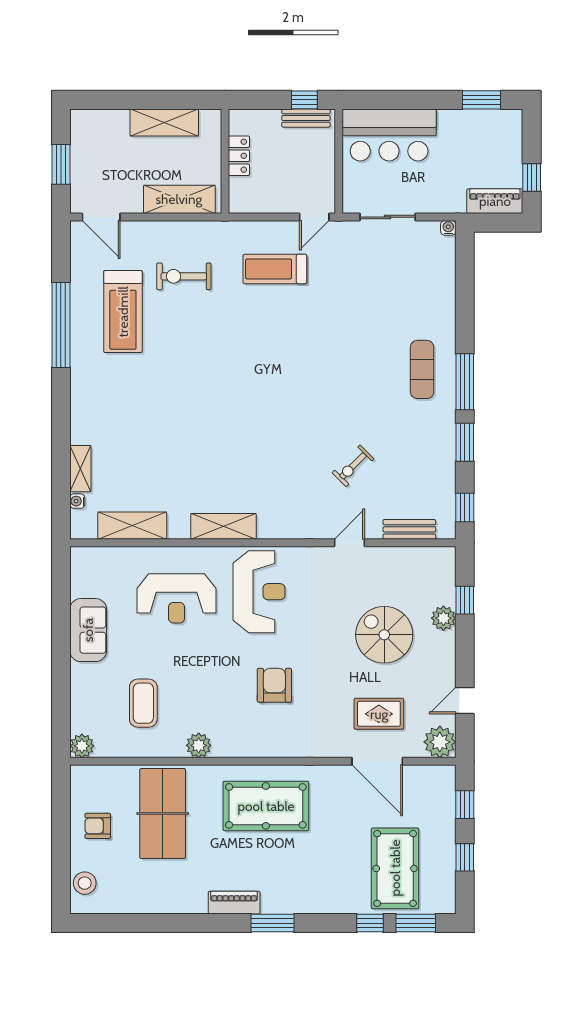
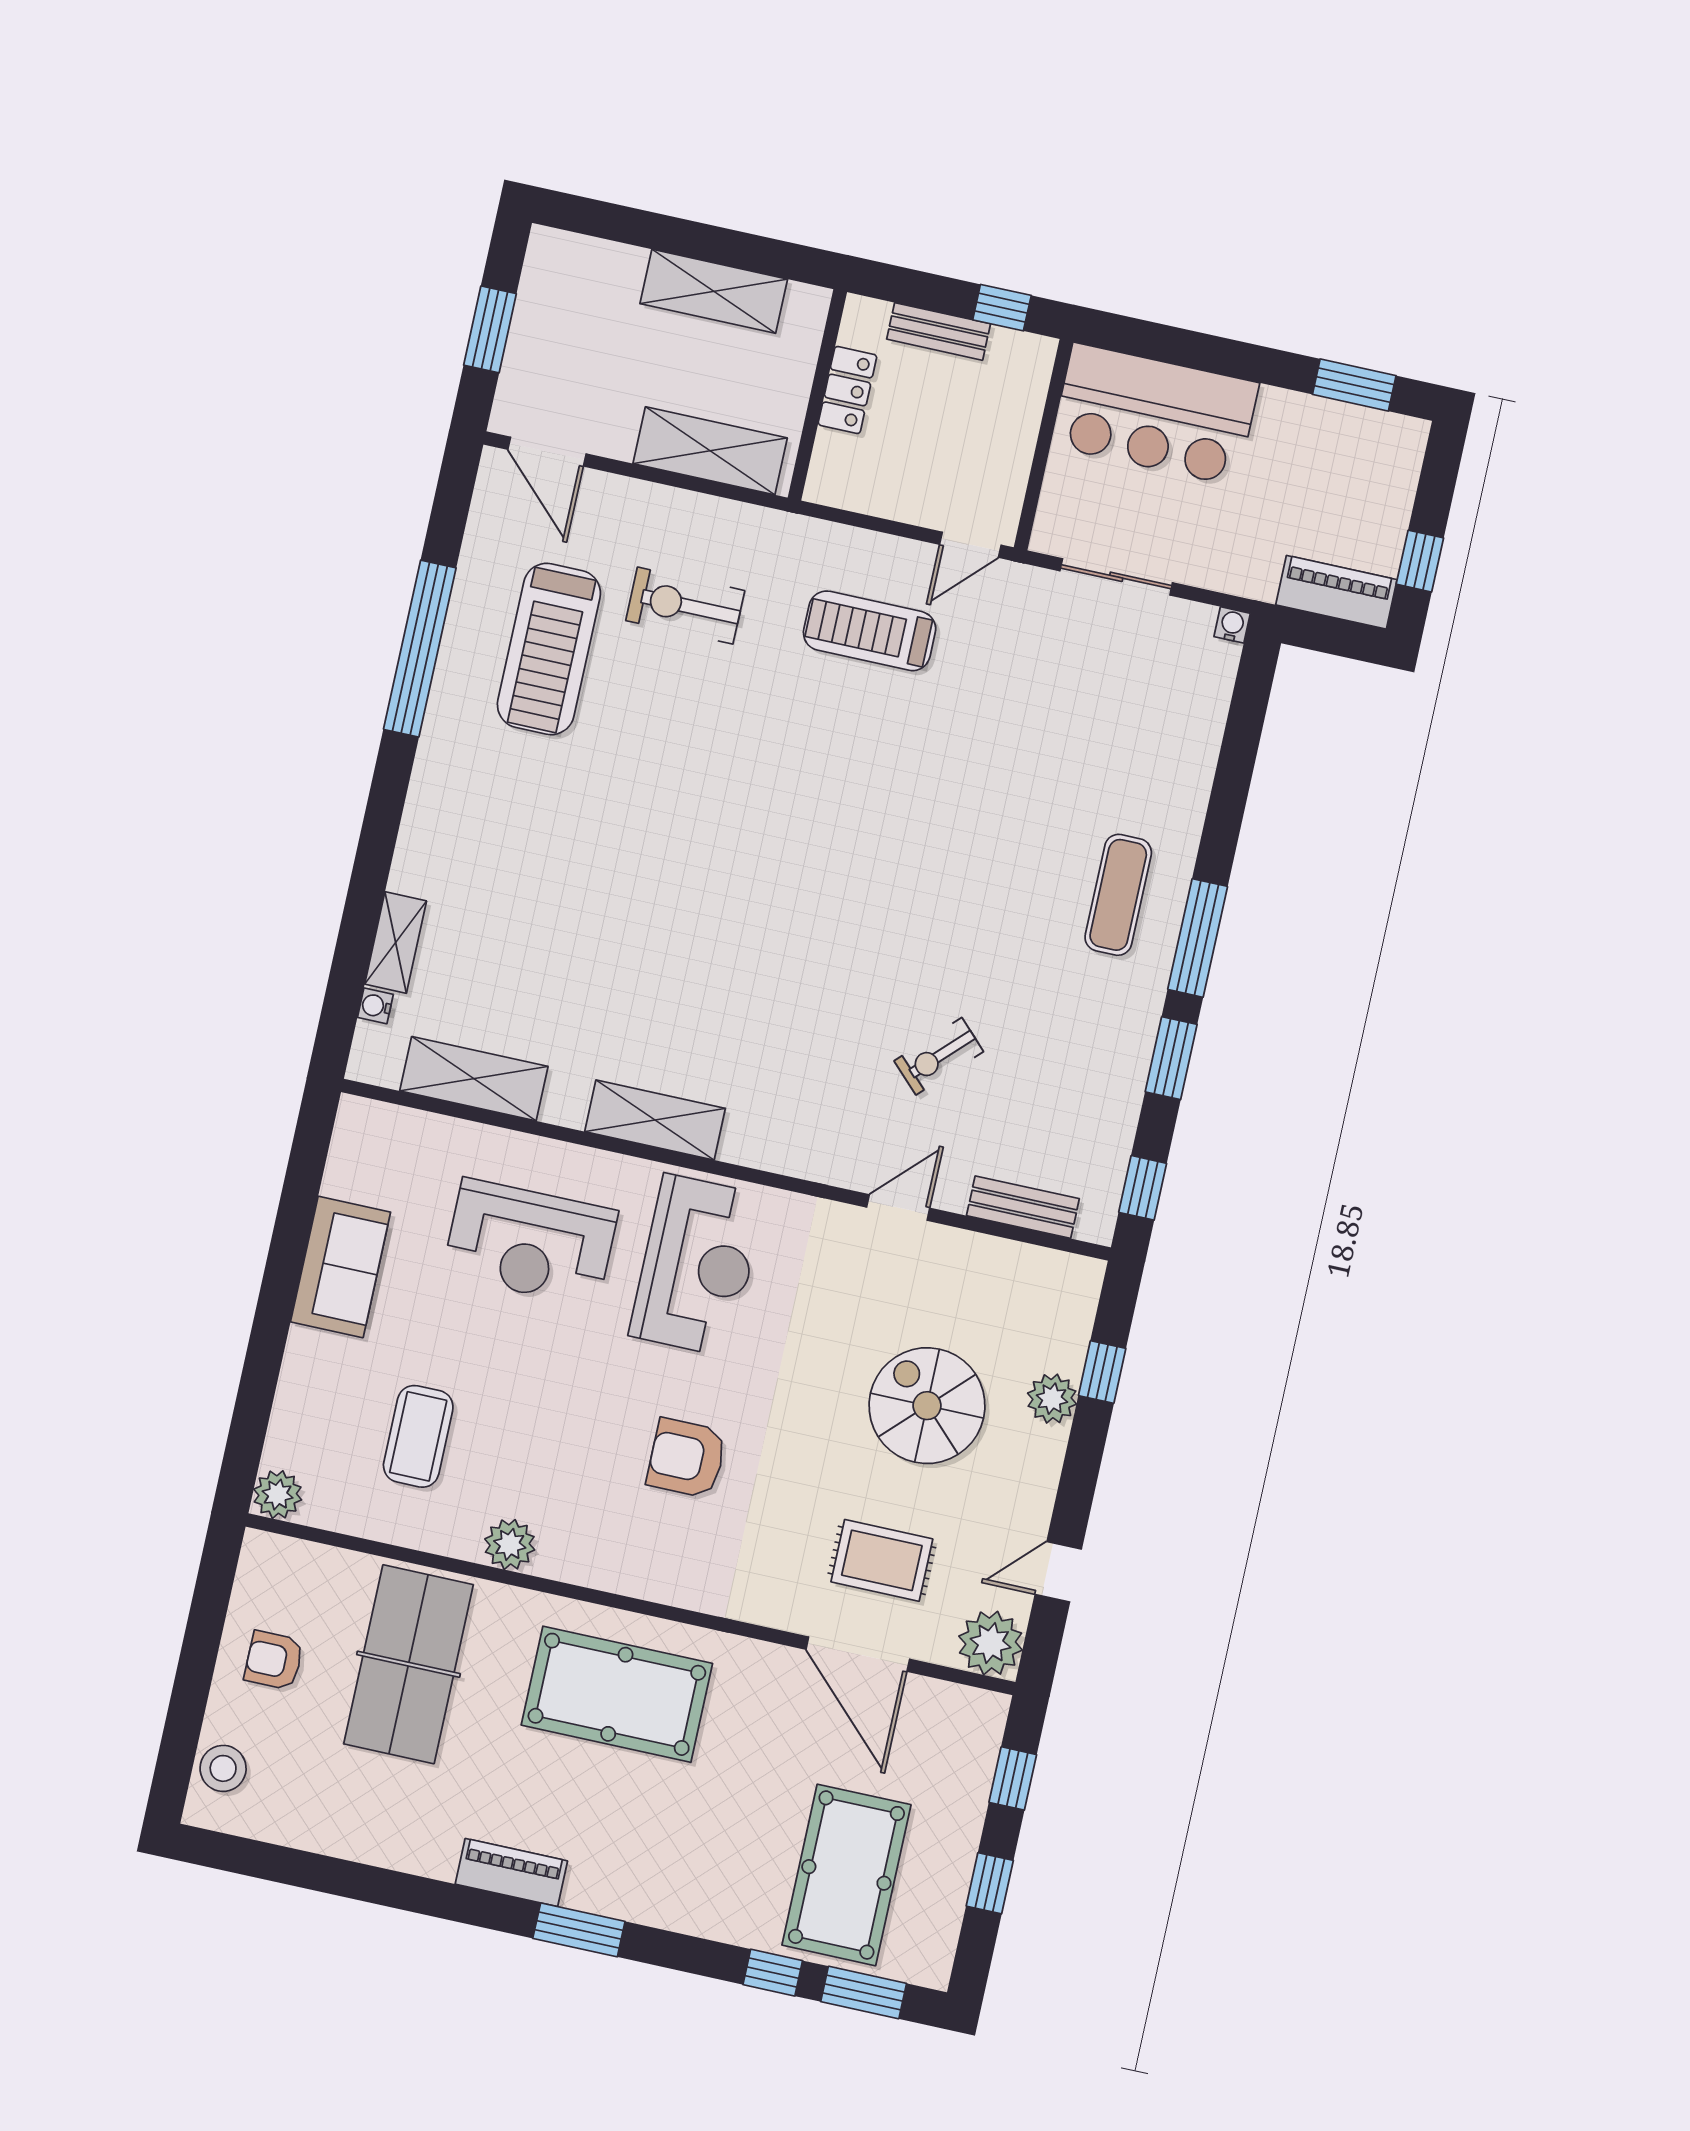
bench: (306, 118) -> (939, 331), moved
armchair: (274, 685) -> (687, 1458), turned -90

